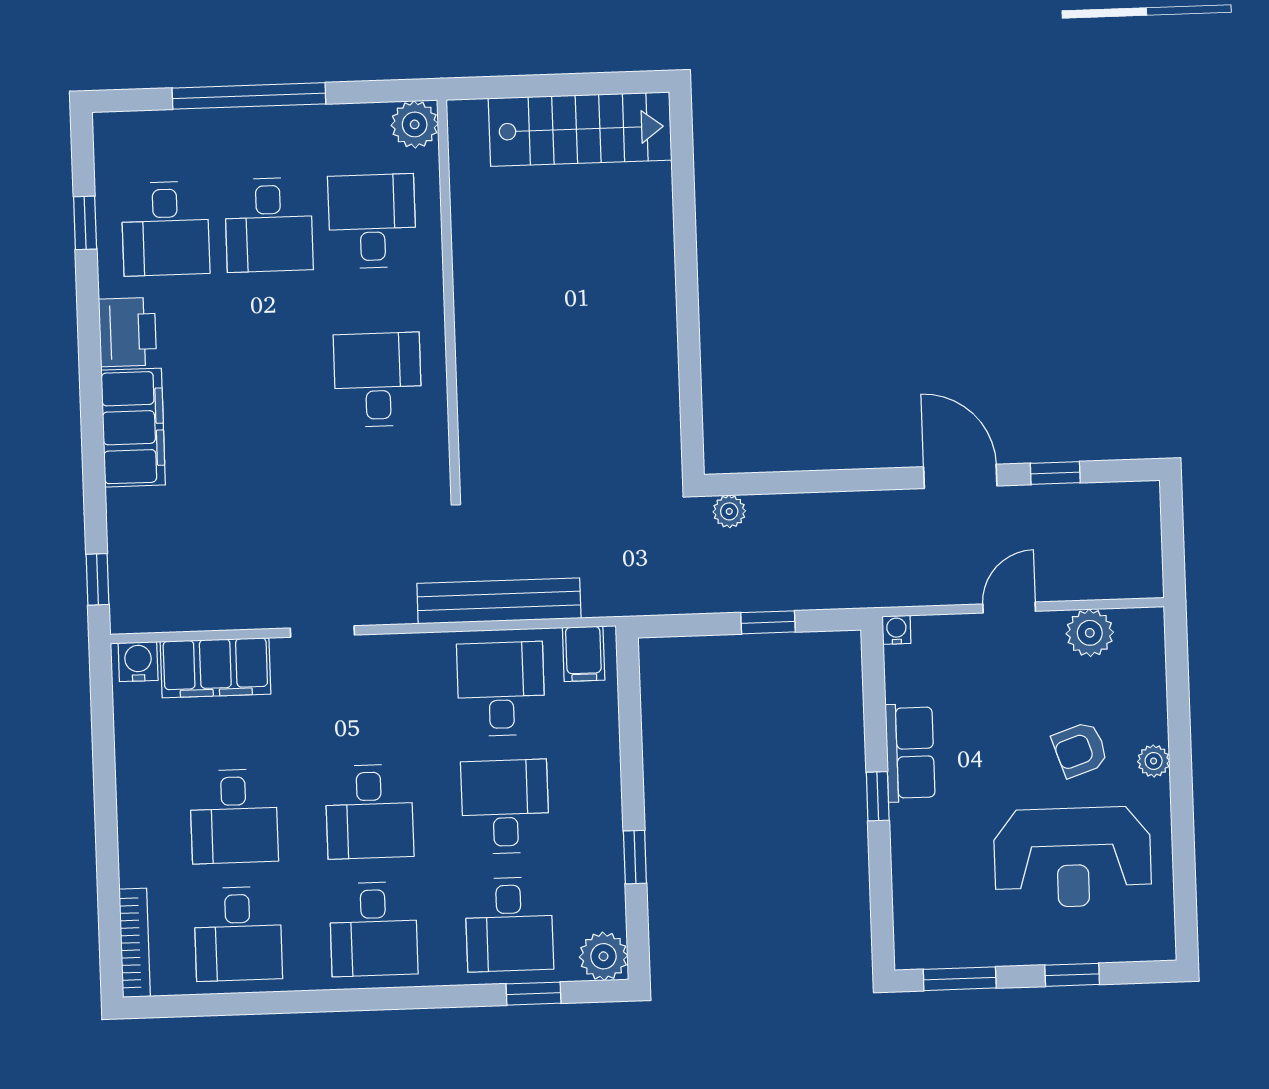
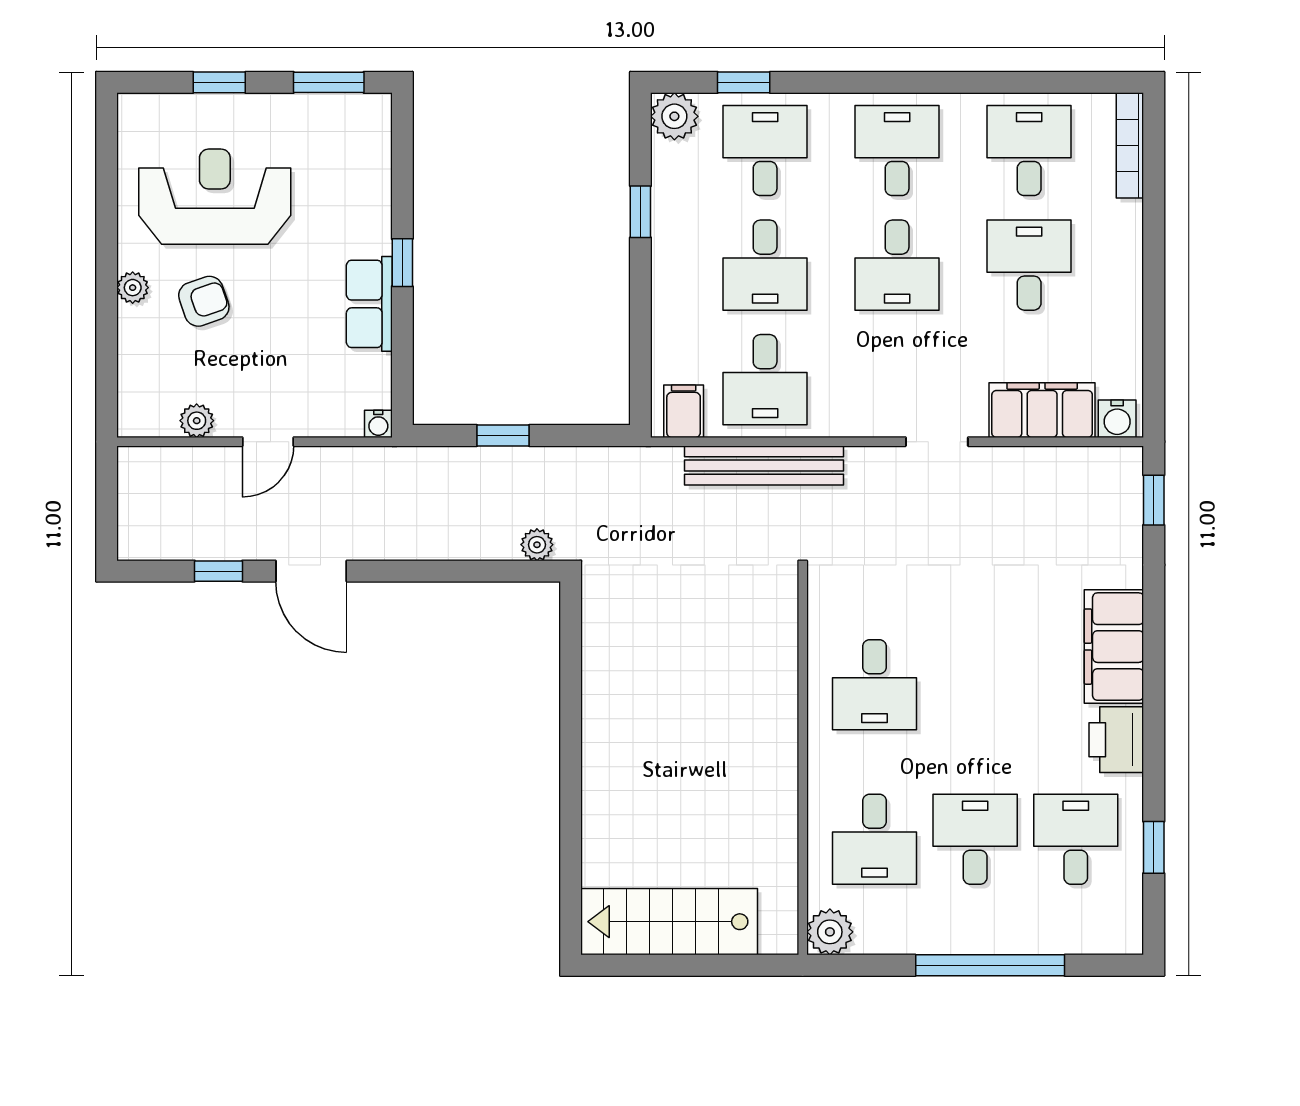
plant: (1090, 633) -> (197, 421), width x0.73, depth x0.73
desk: (369, 811) -> (897, 265), turned 180

